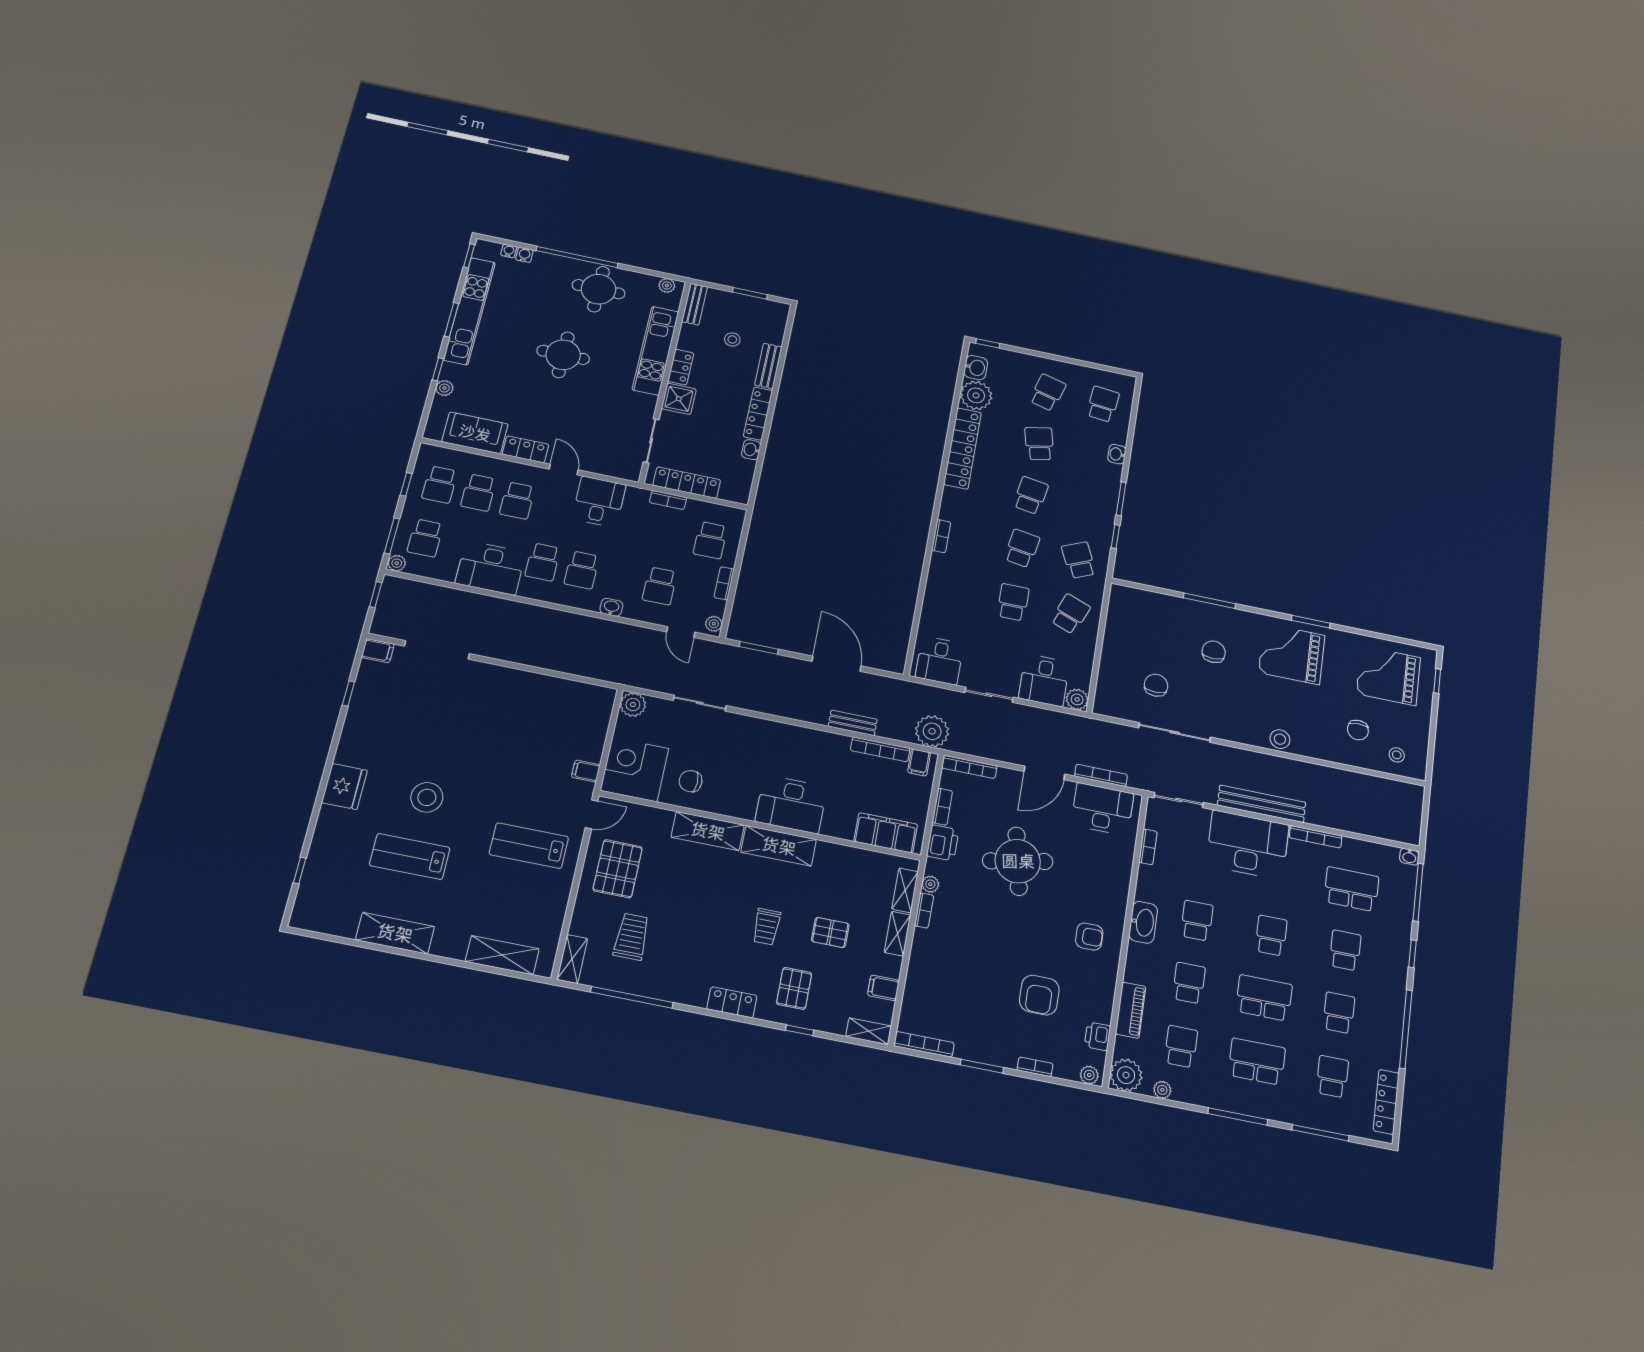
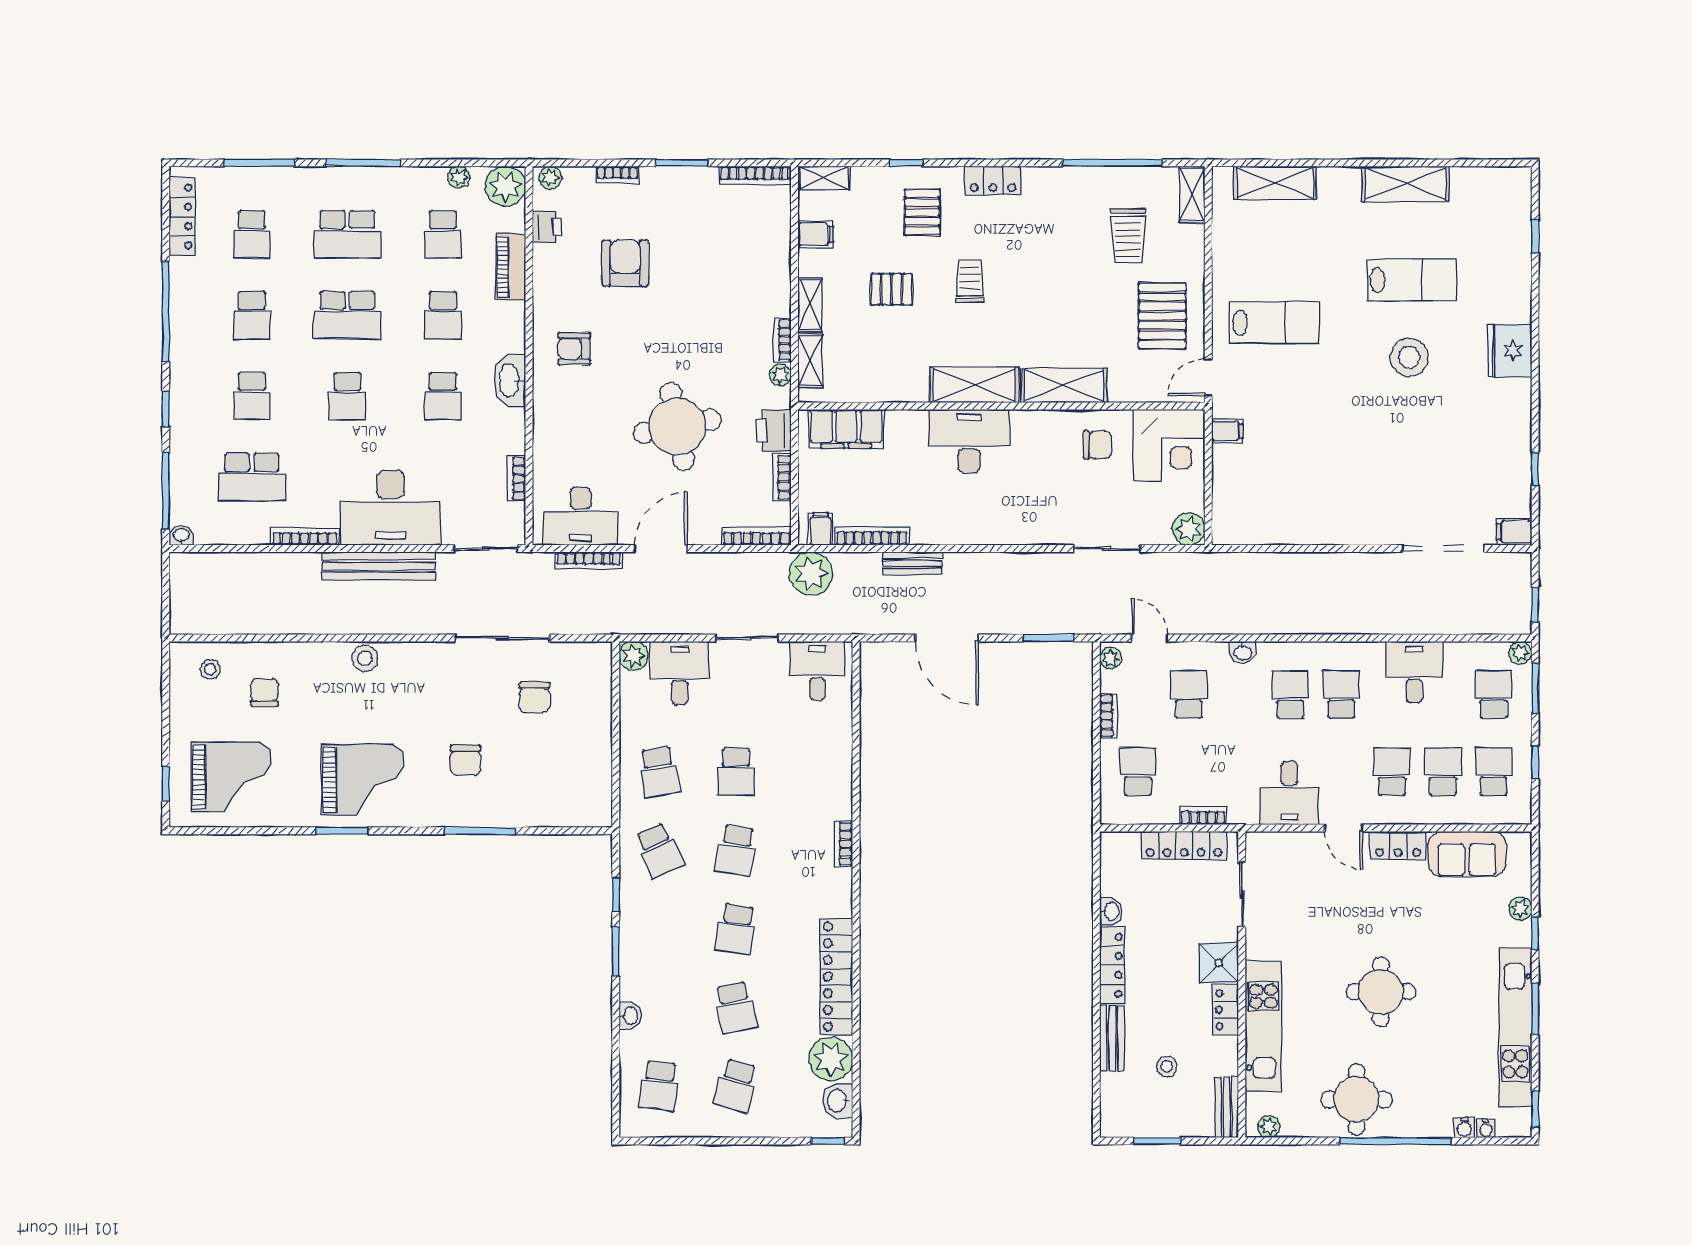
desk: (490, 568) -> (1414, 672), width x0.73
school desk: (1070, 614) -> (659, 772), turned -30

